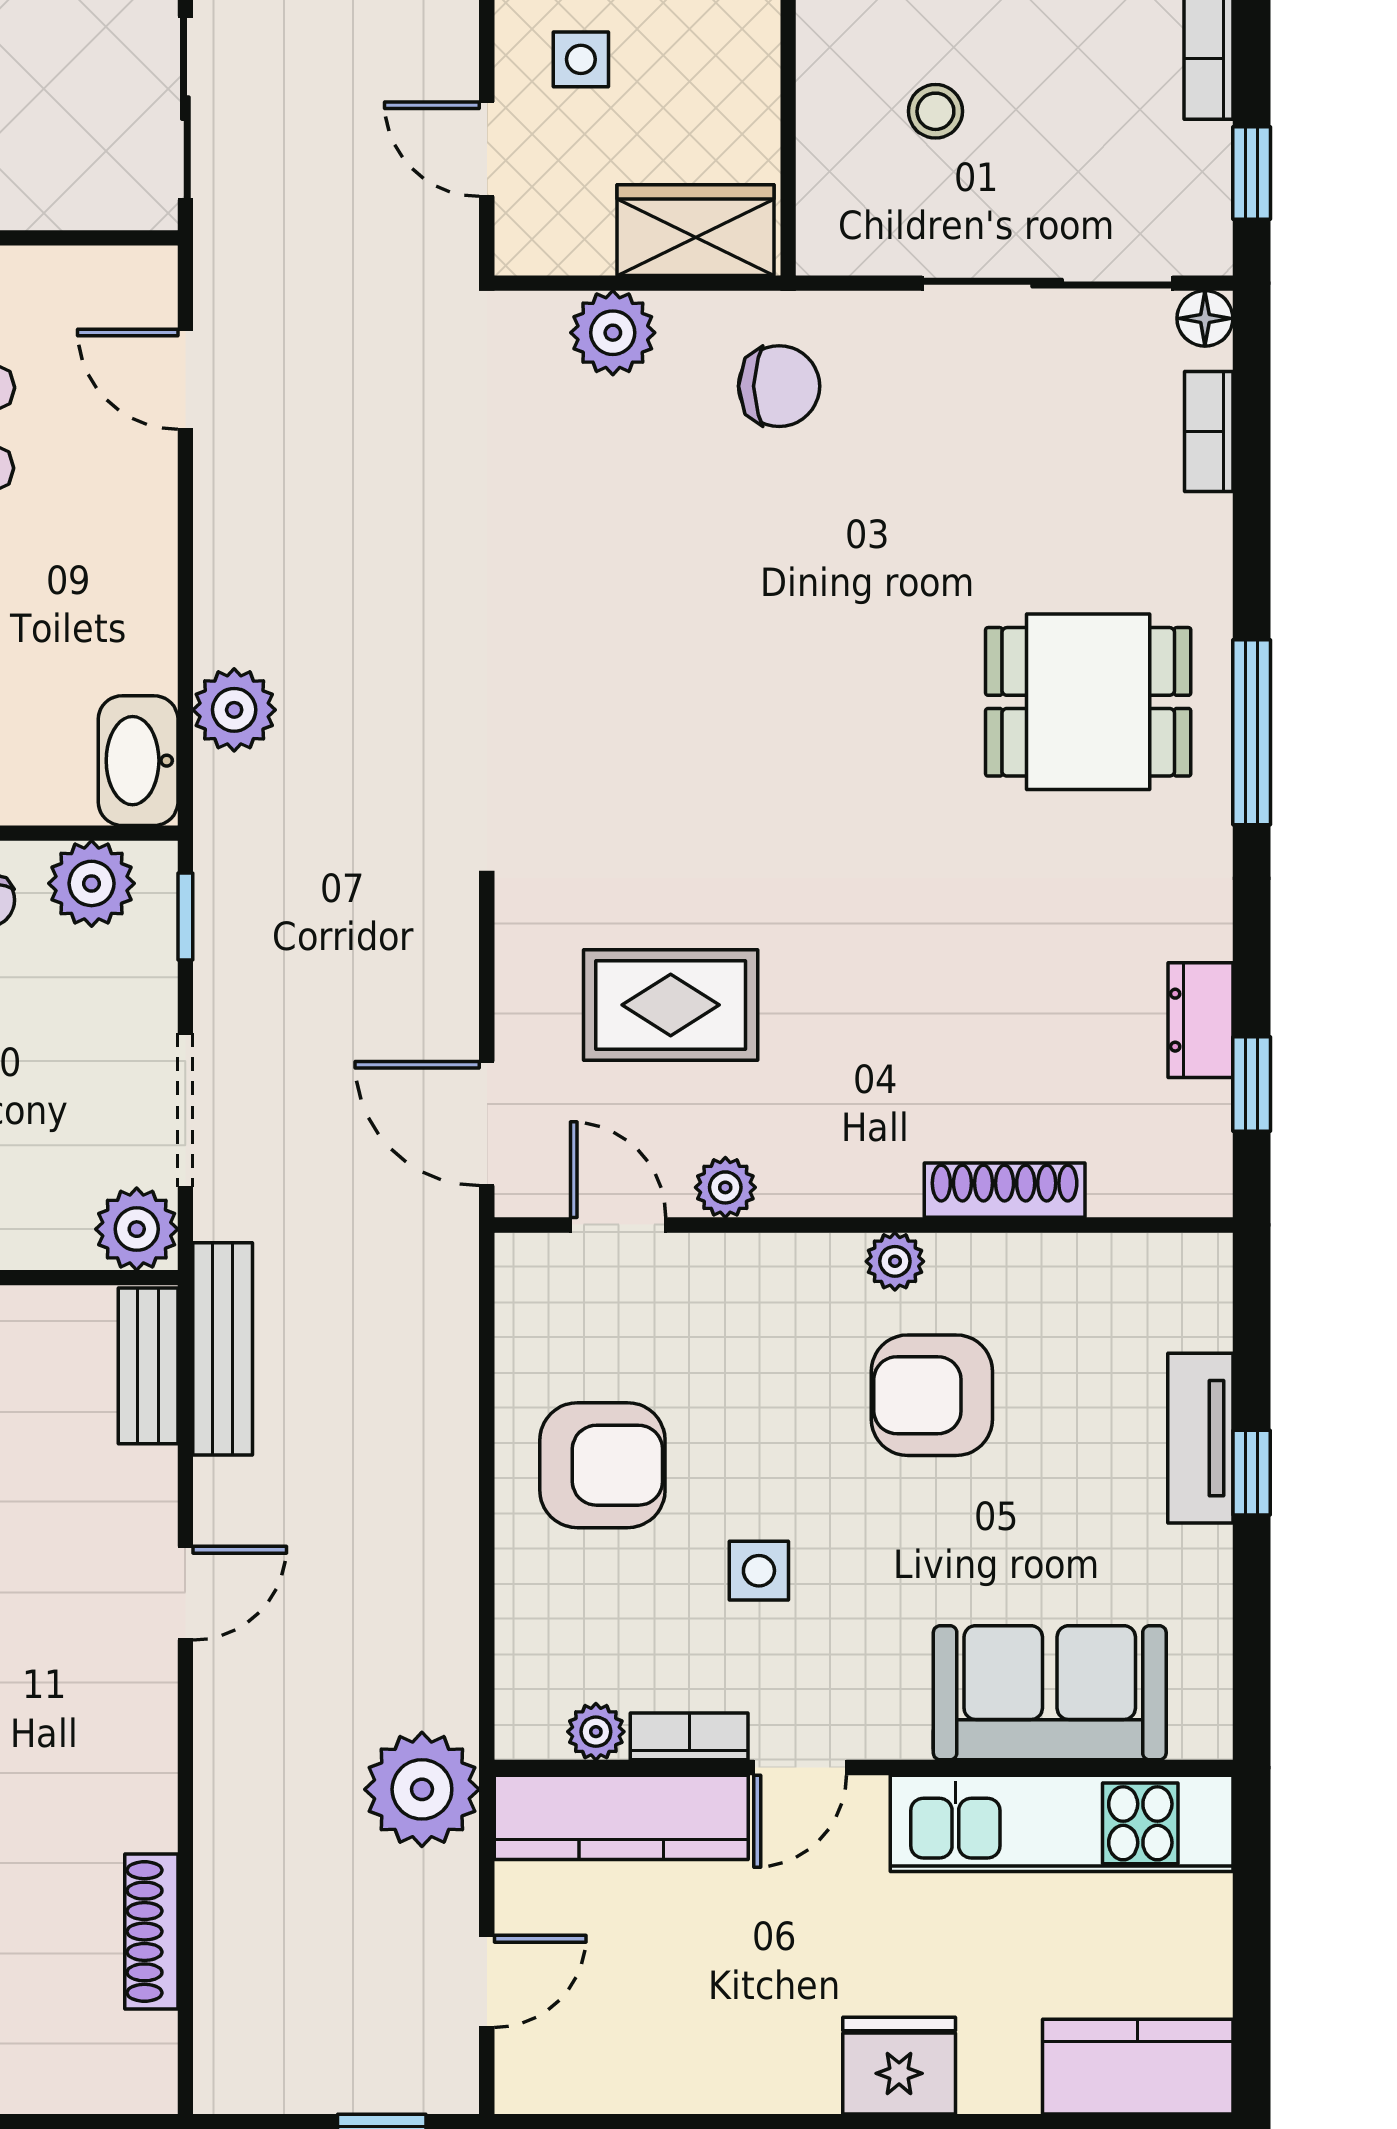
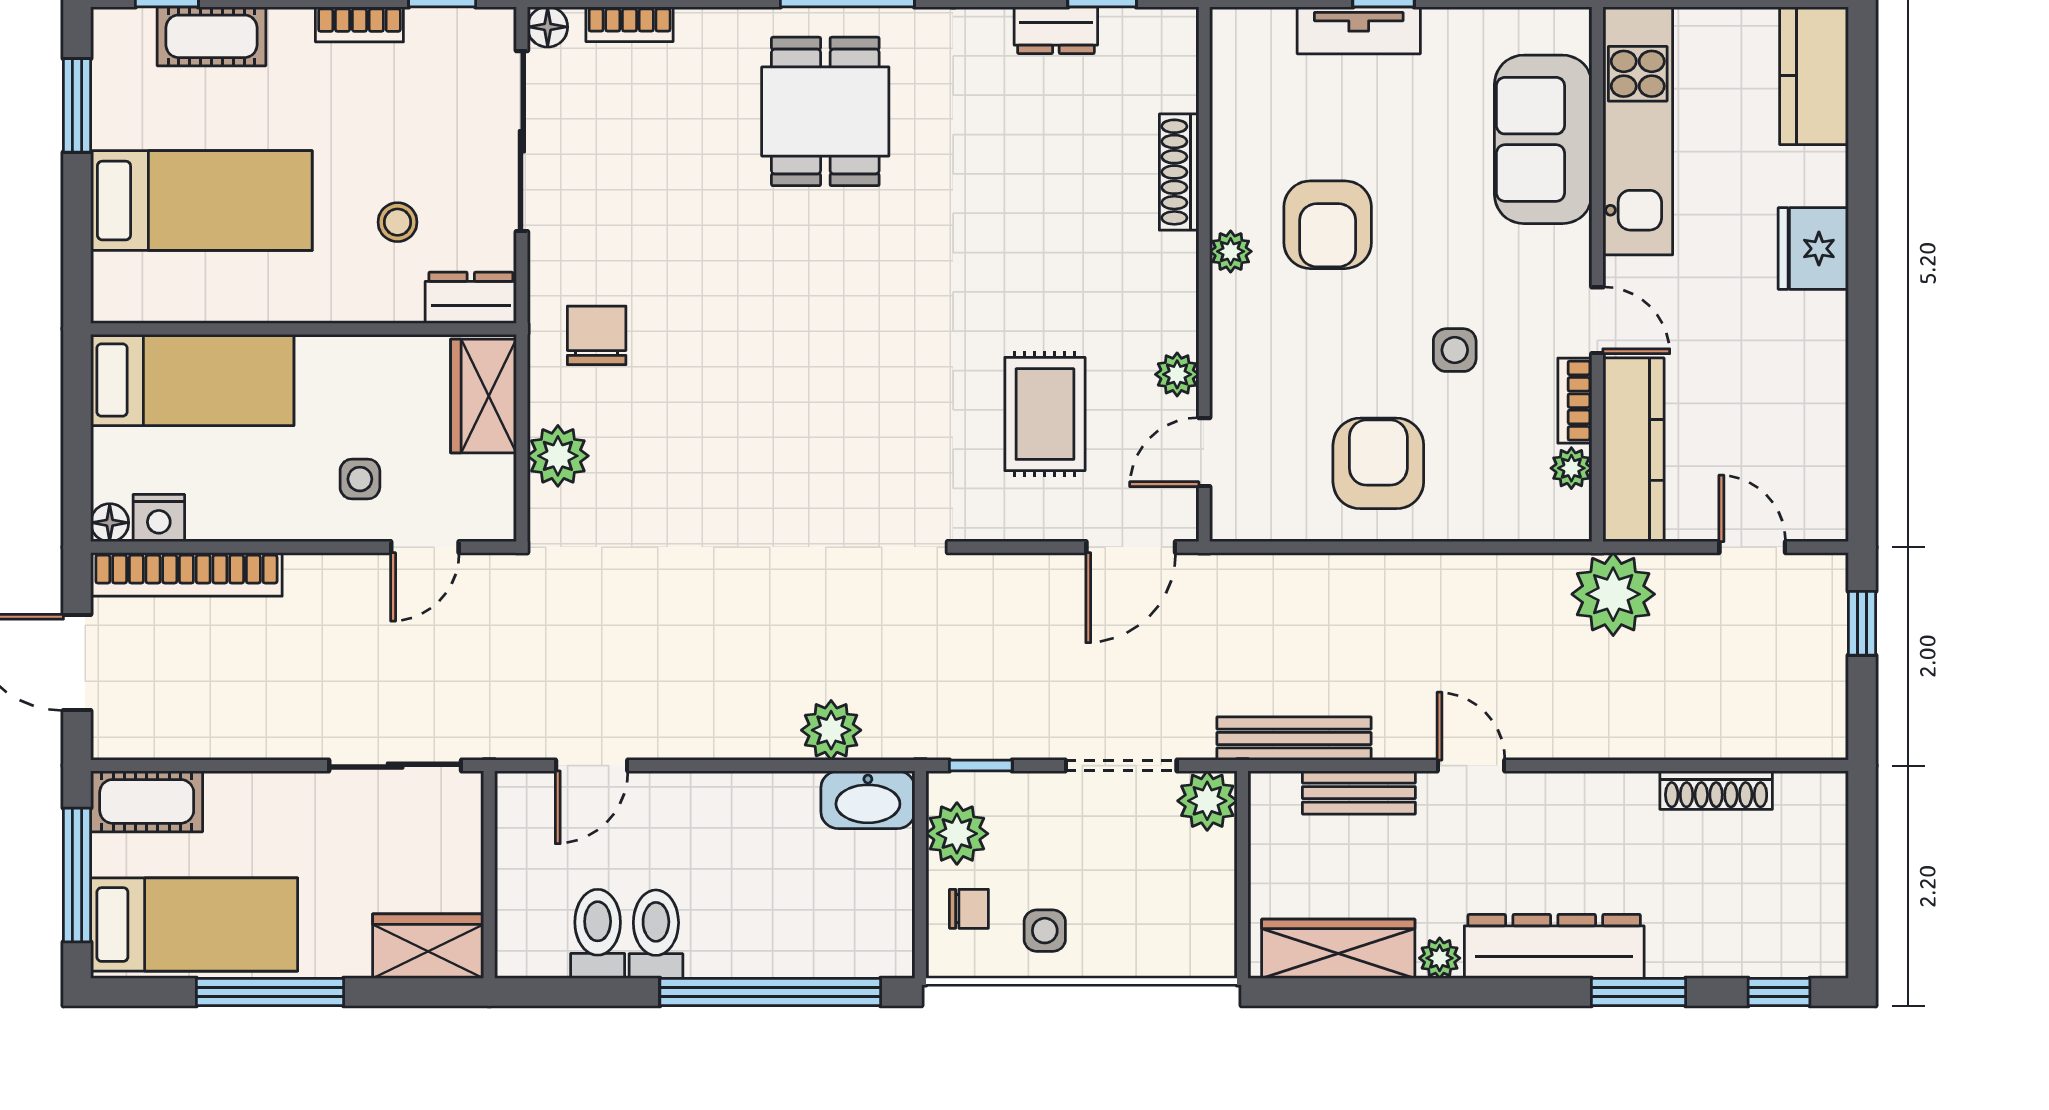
dresser: (831, 212) -> (471, 298), added
bench: (148, 1366) -> (1359, 793), moved

